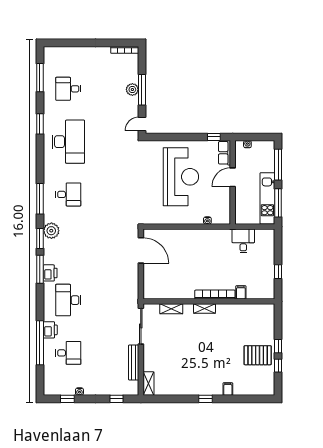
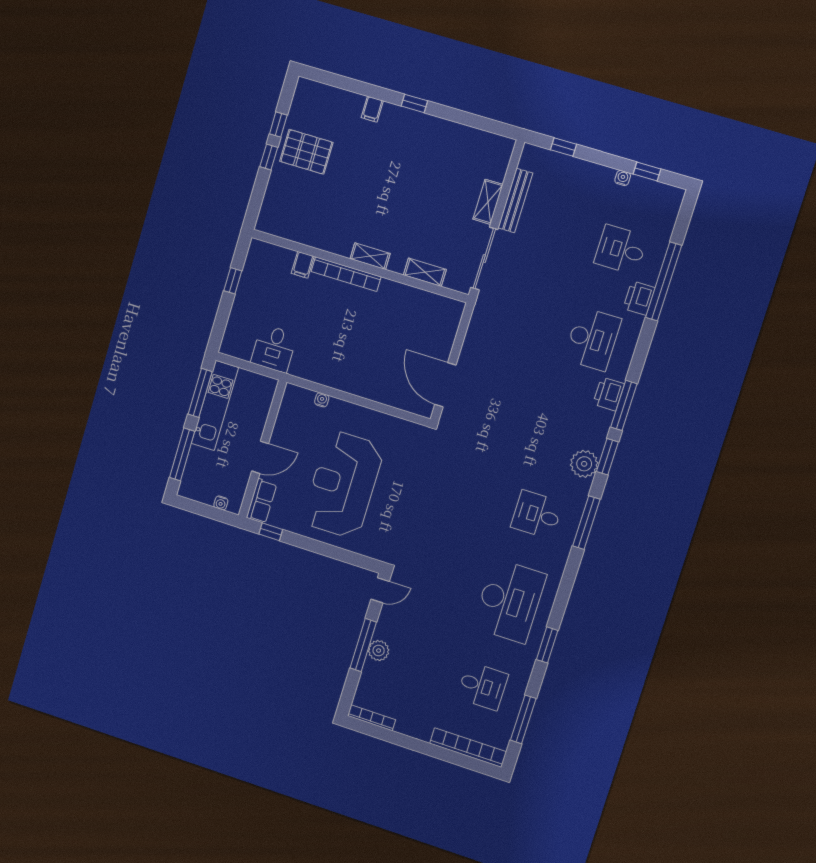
bookcase: (65, 51) -> (468, 748), added
desk: (68, 142) -> (509, 601), turned 180
shelving: (148, 384) -> (488, 202), moved

